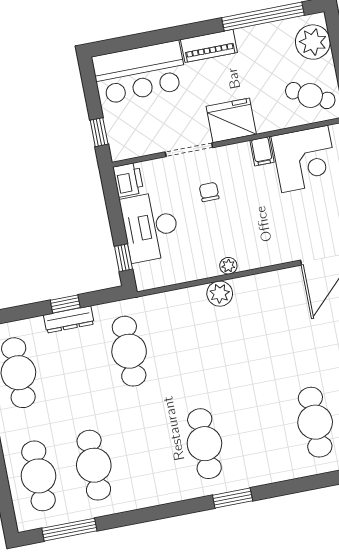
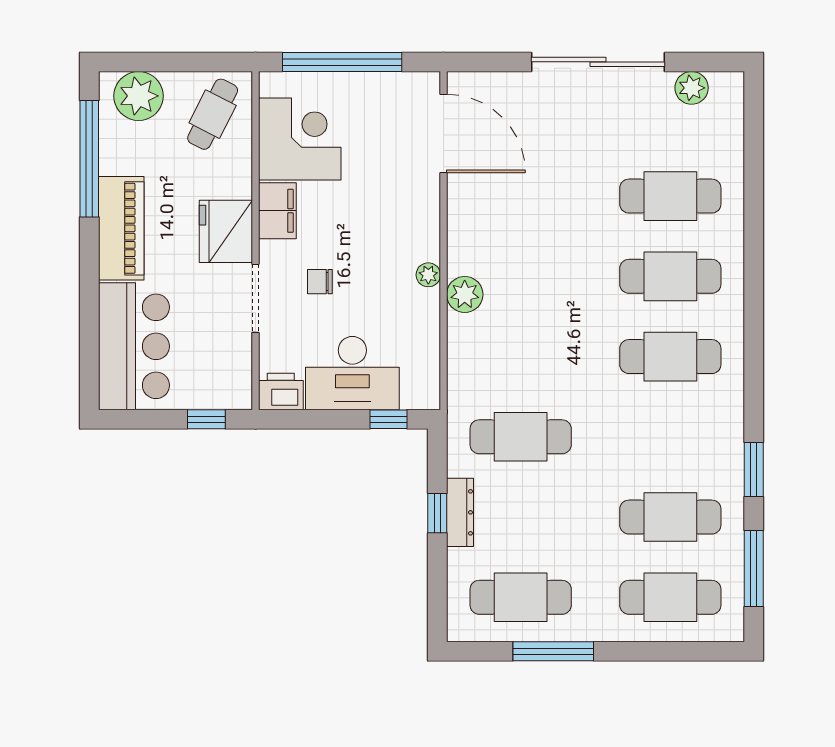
piano: (209, 46) -> (121, 228), width x1.37, depth x1.33
filing cabinet: (262, 151) -> (277, 211), width x2.00
cafe table: (260, 433) -> (670, 276), added
window: (233, 498) -> (754, 470), moved

